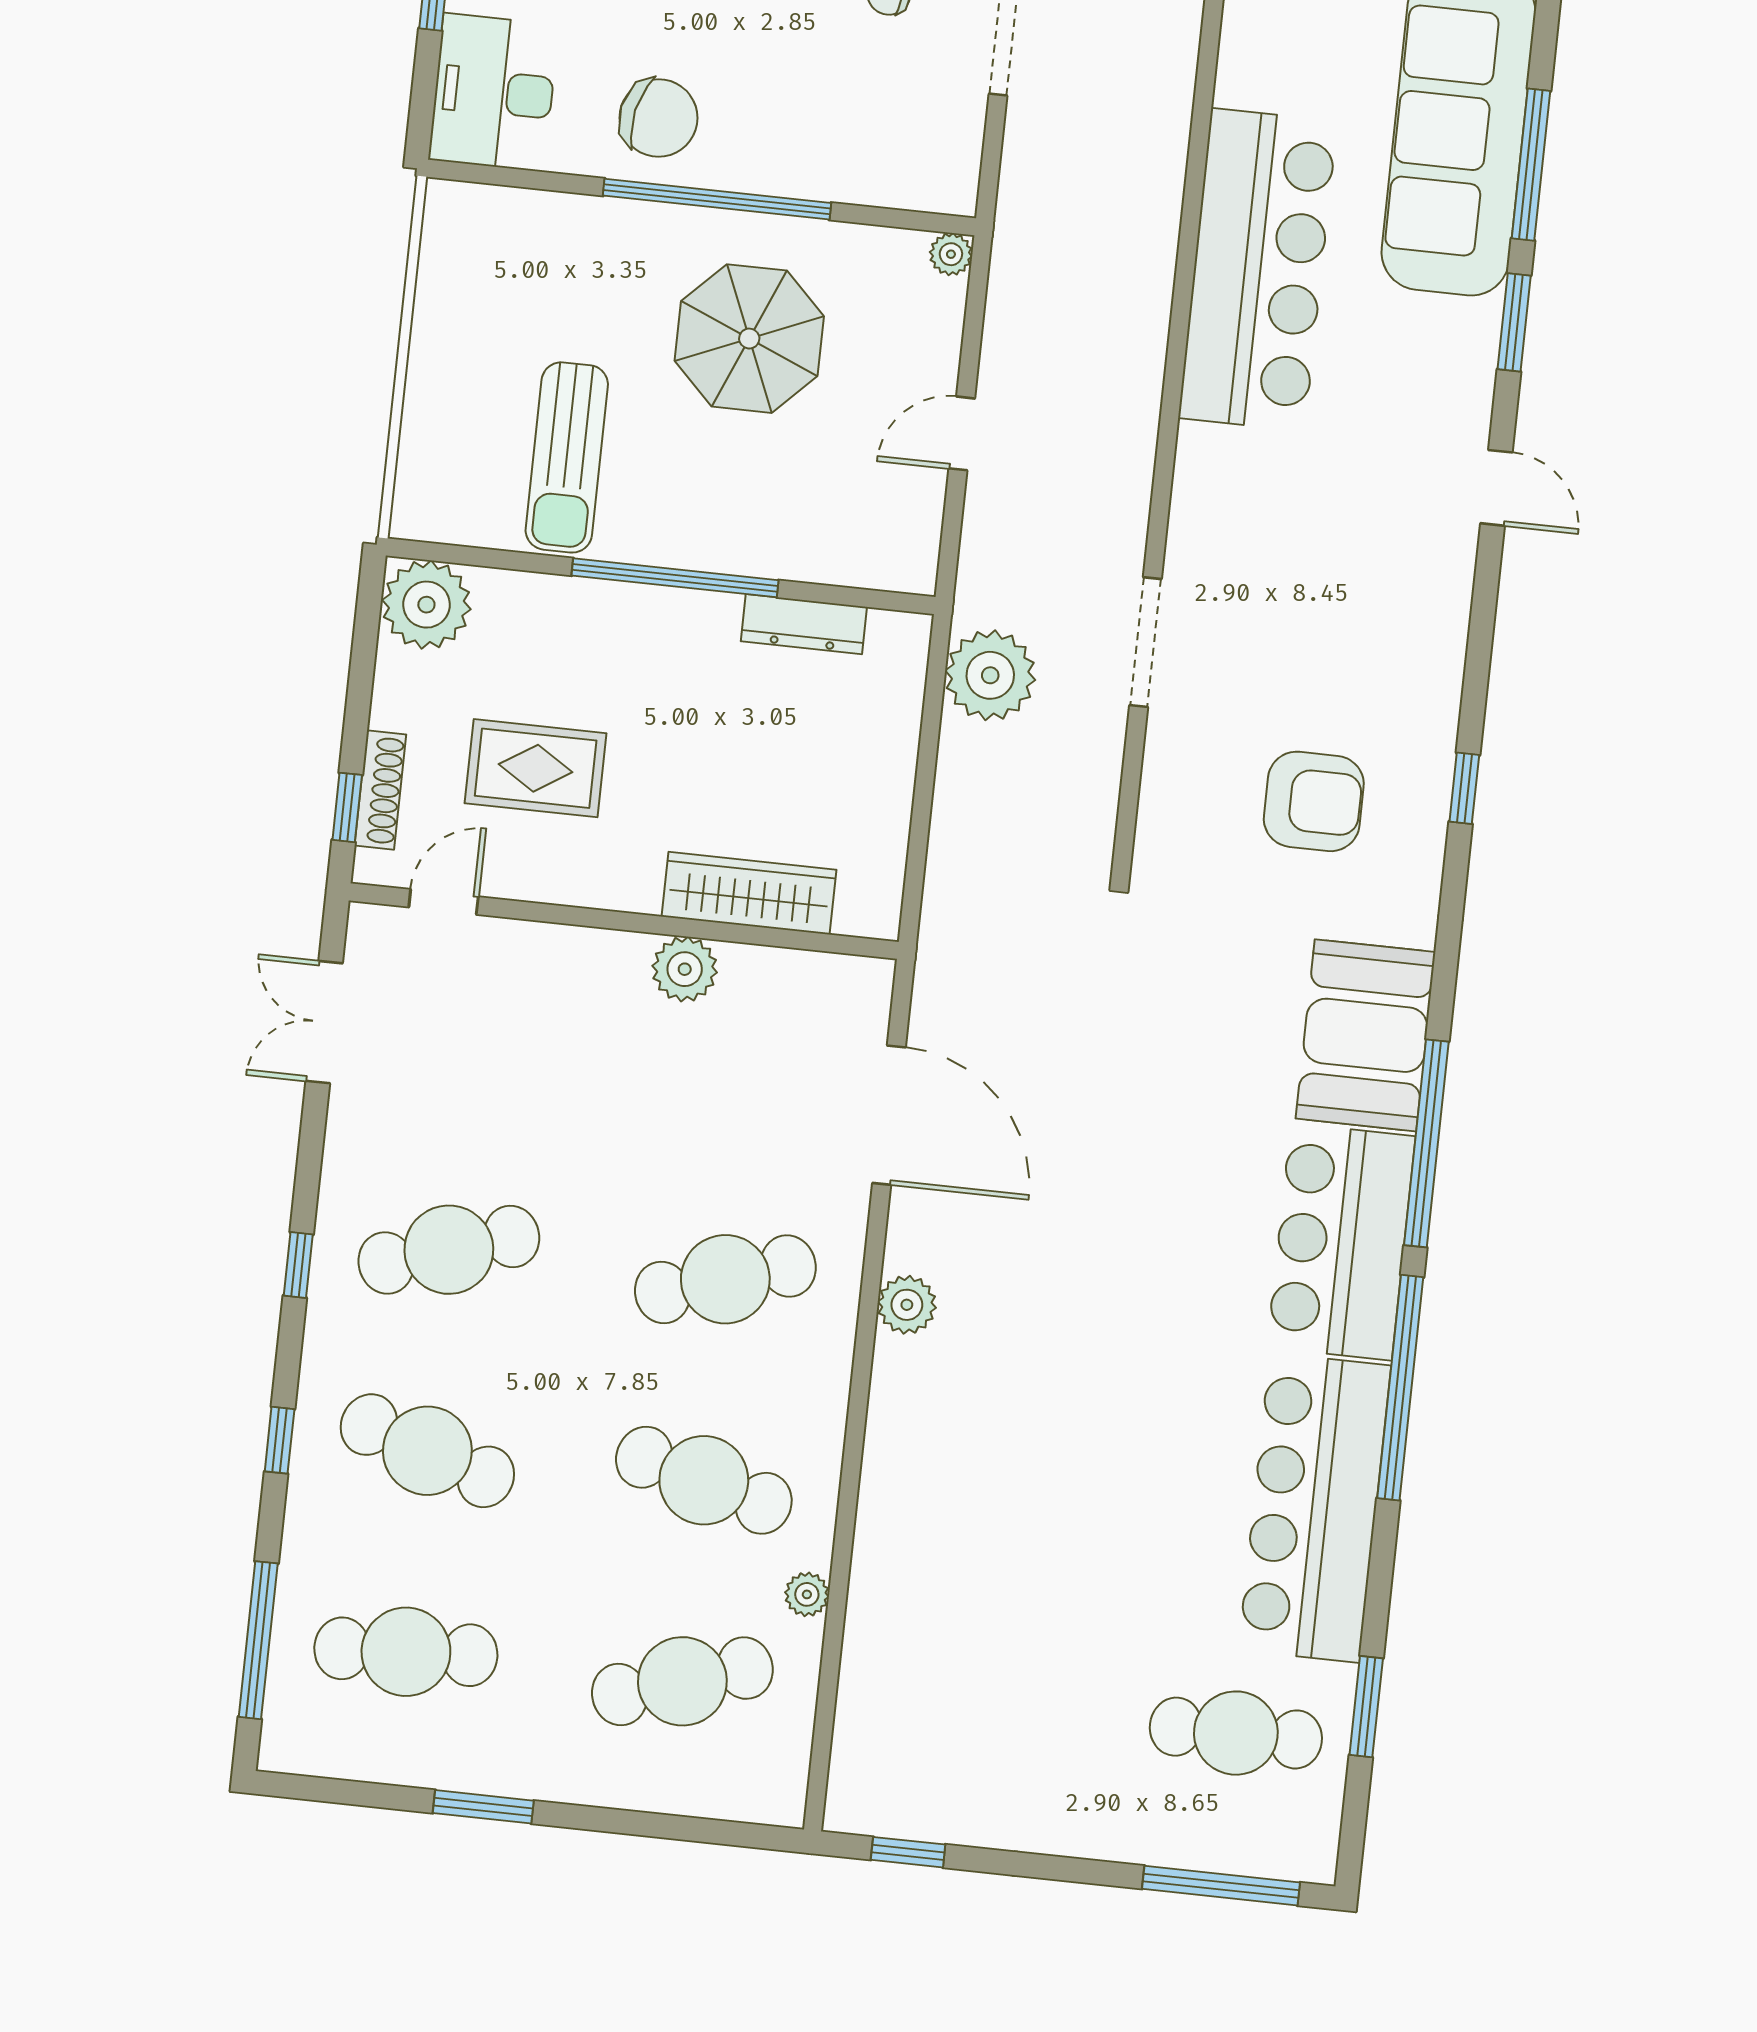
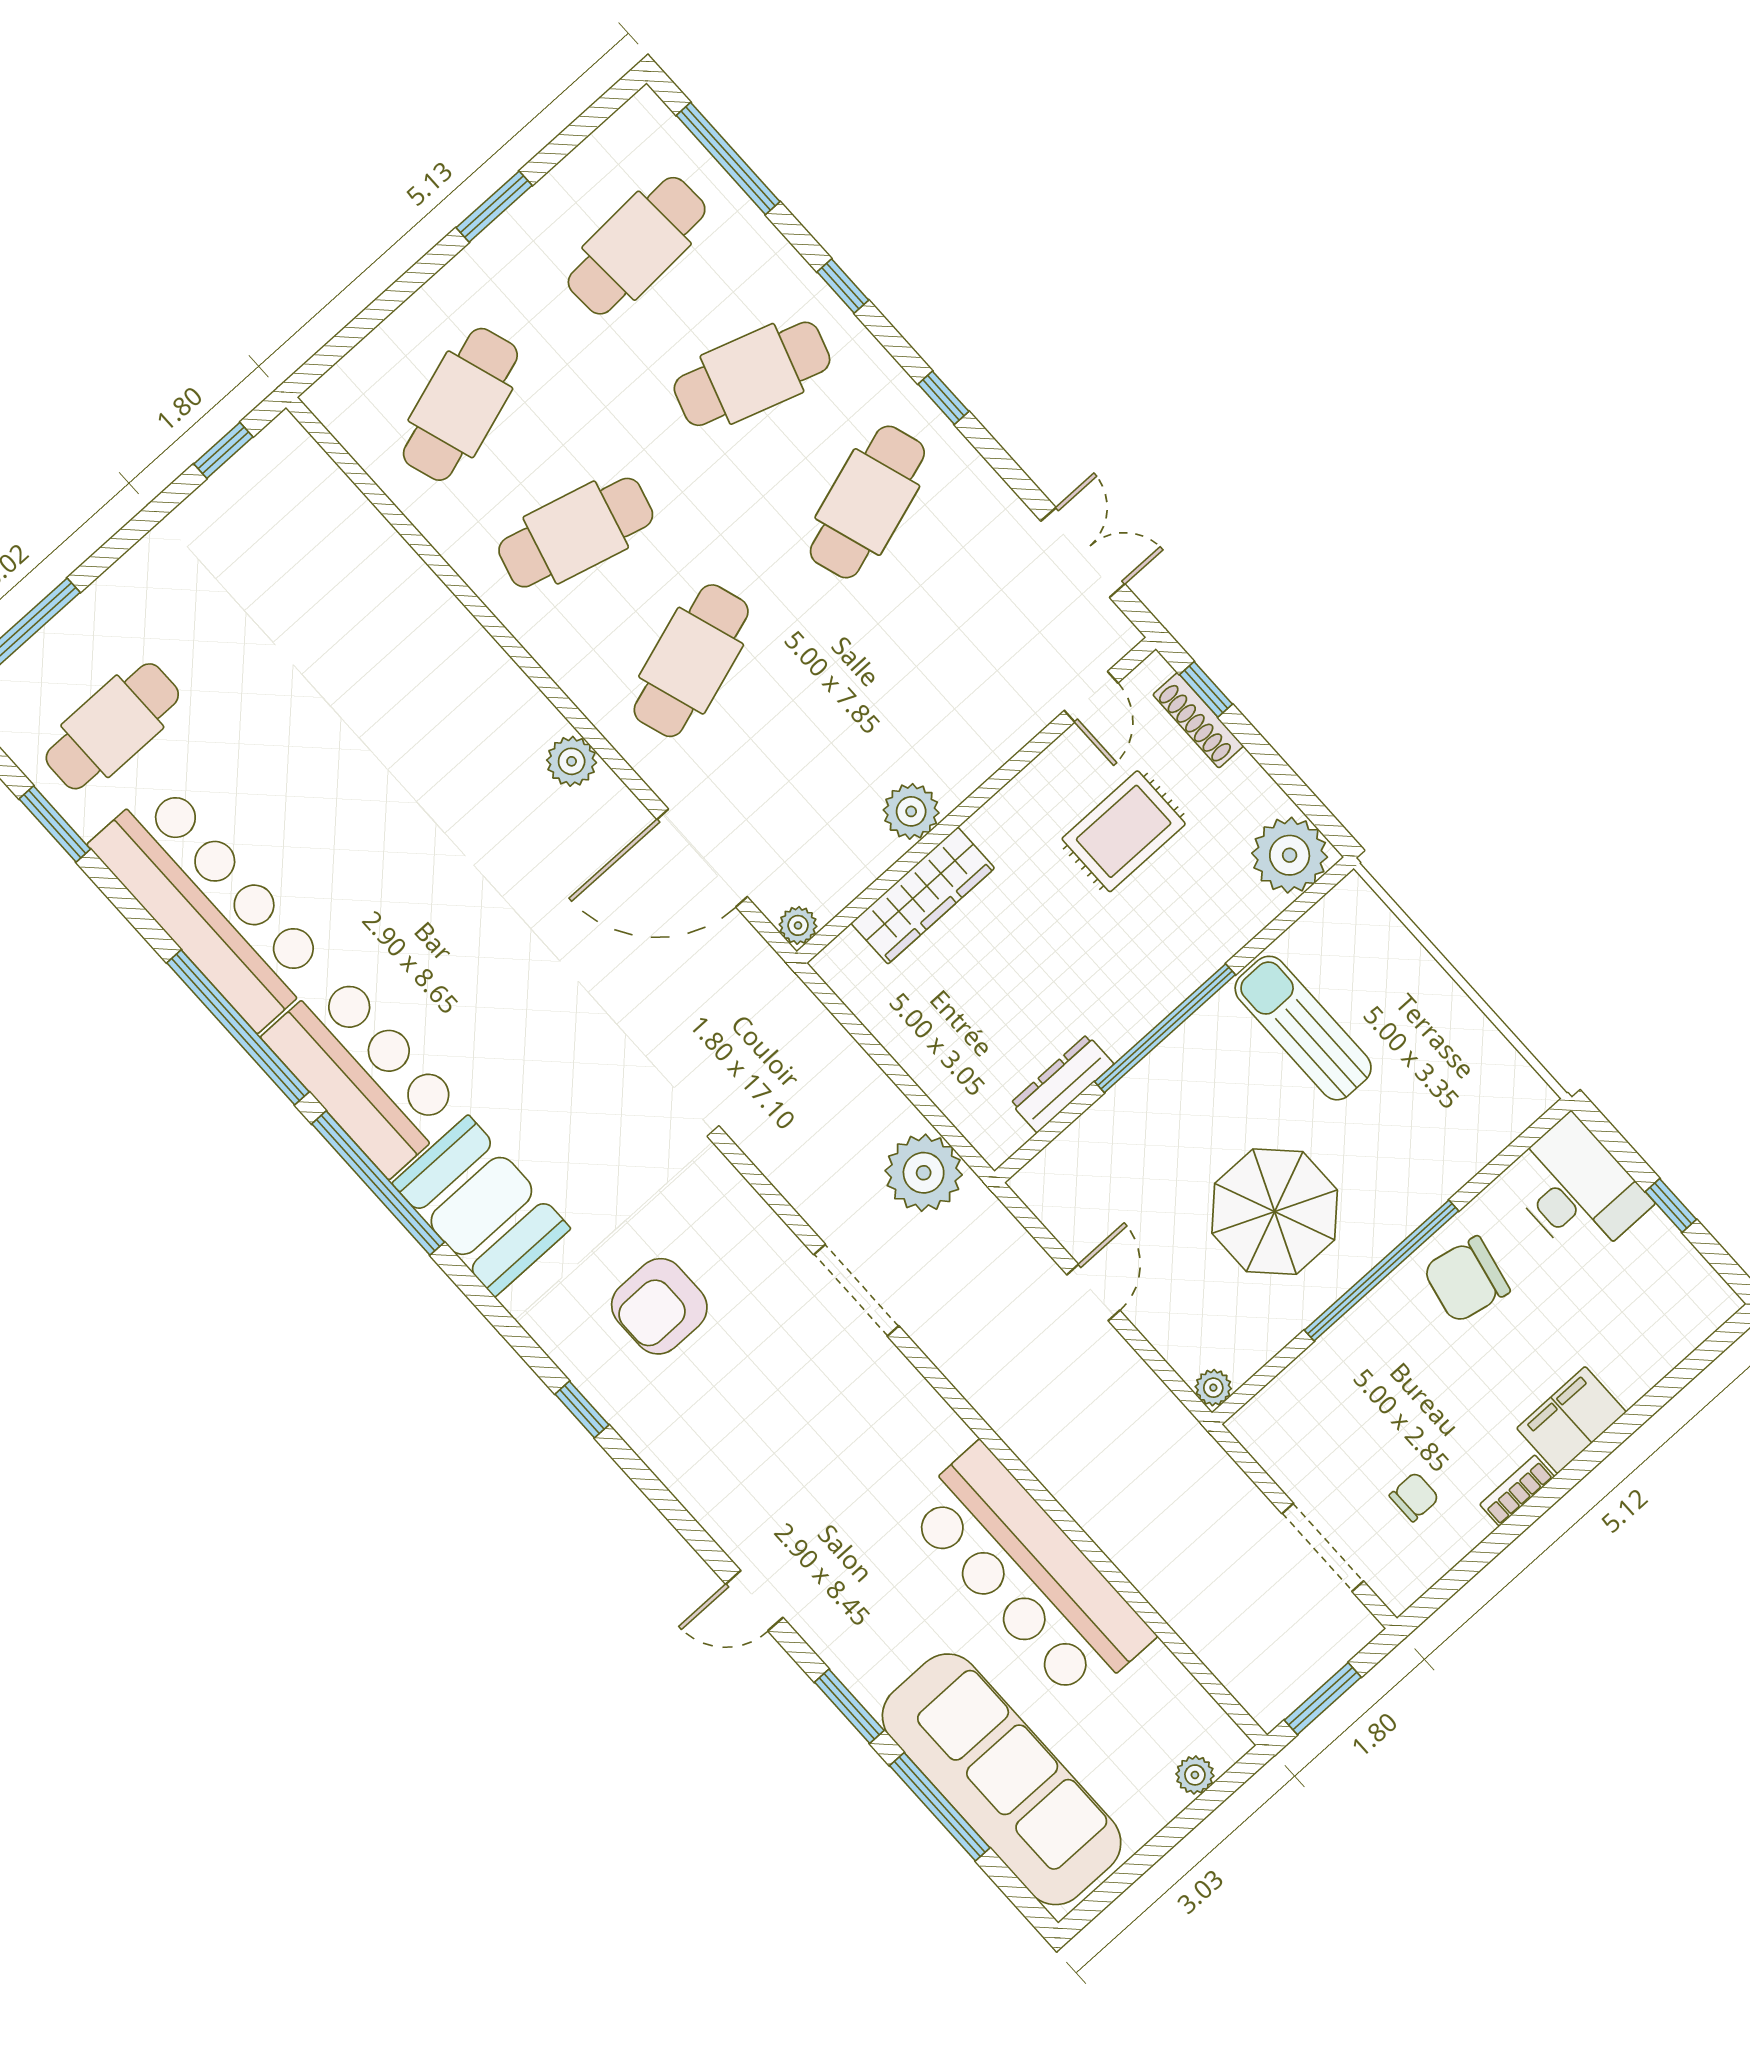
plant: (807, 1594) -> (798, 925), moved

